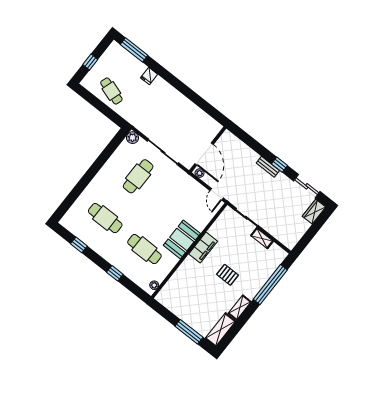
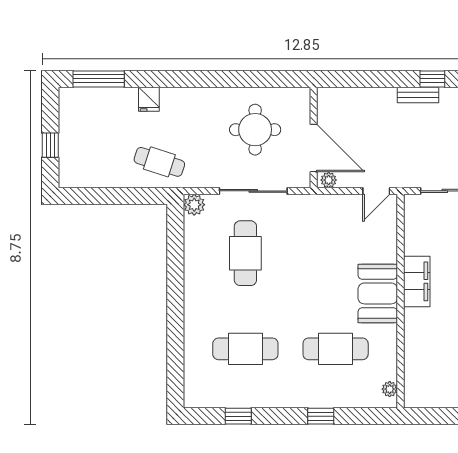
cafe table: (111, 91) -> (159, 162), moved
round table: (185, 126) -> (255, 130), added
door: (217, 194) -> (376, 191), hinge flipped

